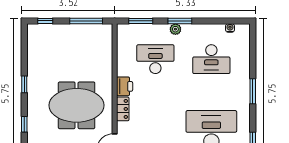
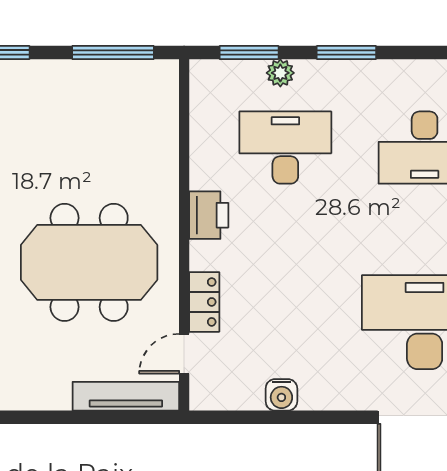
plant: (175, 29) -> (280, 73), moved
locker: (123, 109) -> (204, 302), moved

